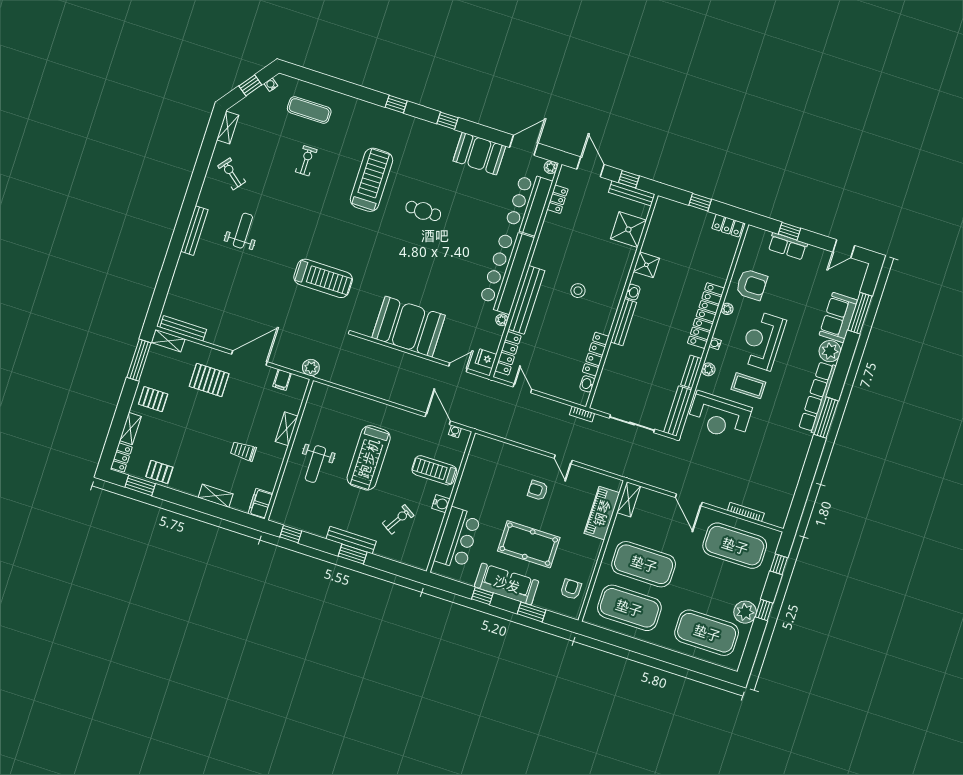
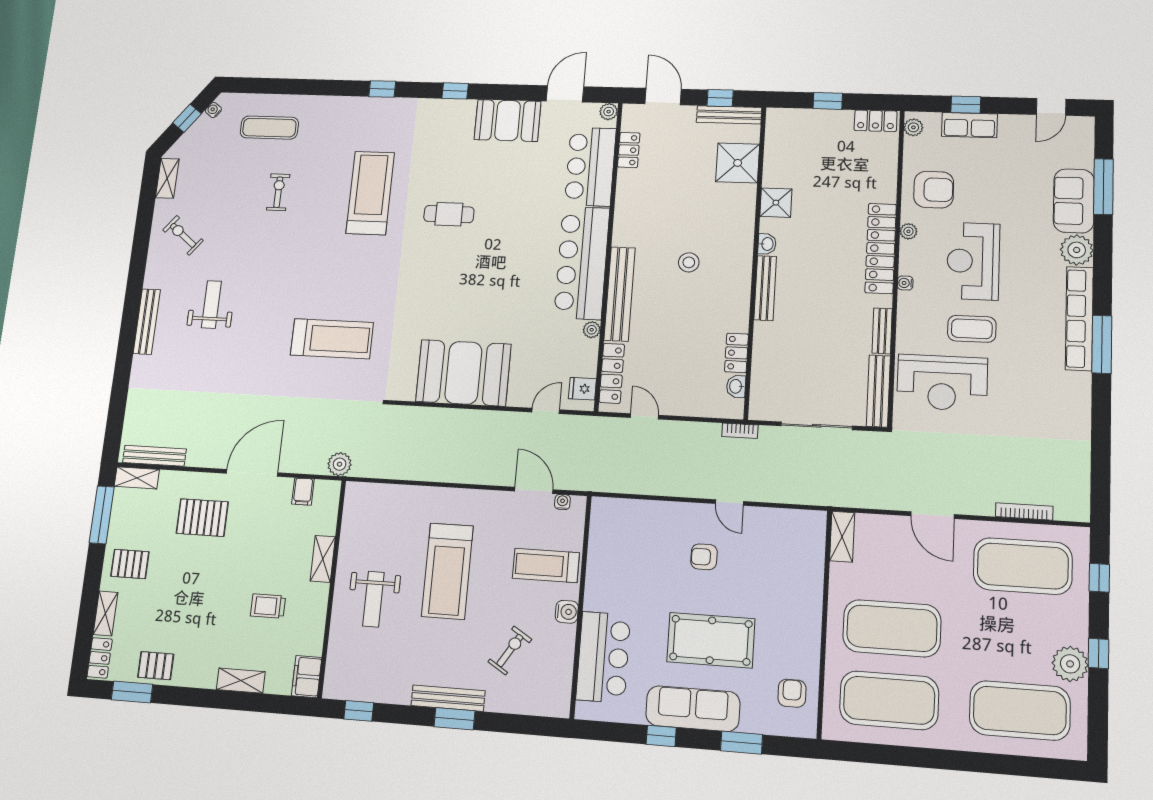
locker: (596, 354) -> (736, 353), width x0.66
plant: (708, 369) -> (913, 127), moved
piano: (602, 513) -> (808, 567), removed

